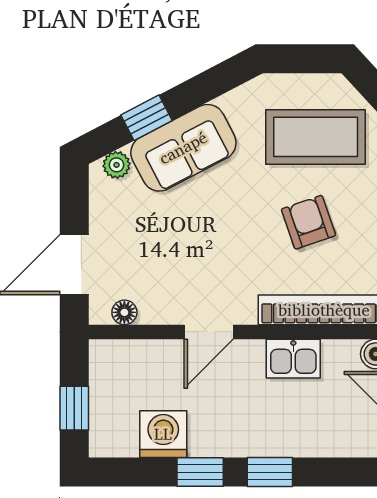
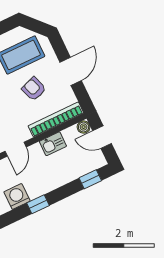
window: (270, 472) -> (90, 179), moved

